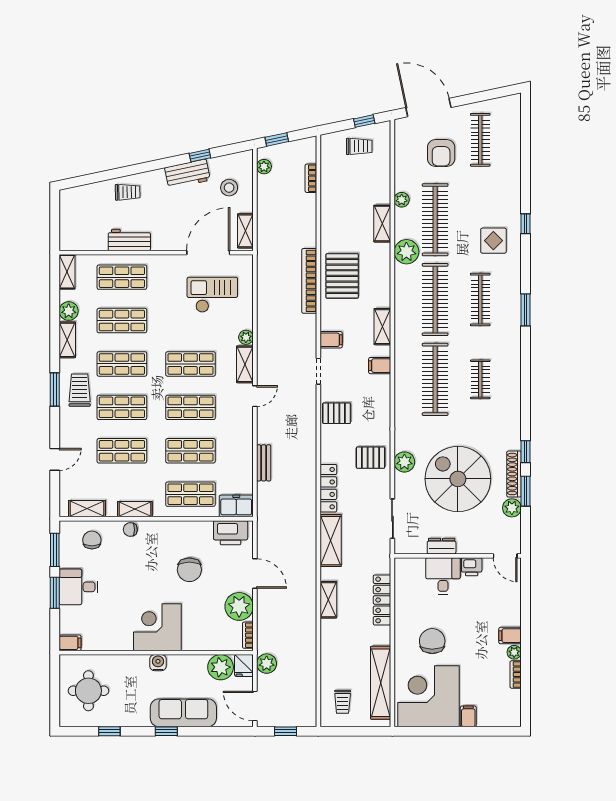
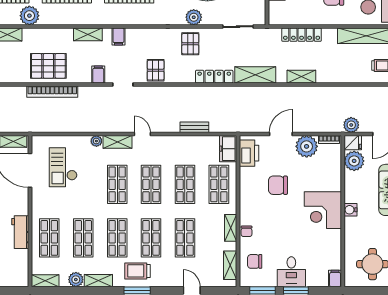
chair: (189, 570) -> (278, 185), turned 180

